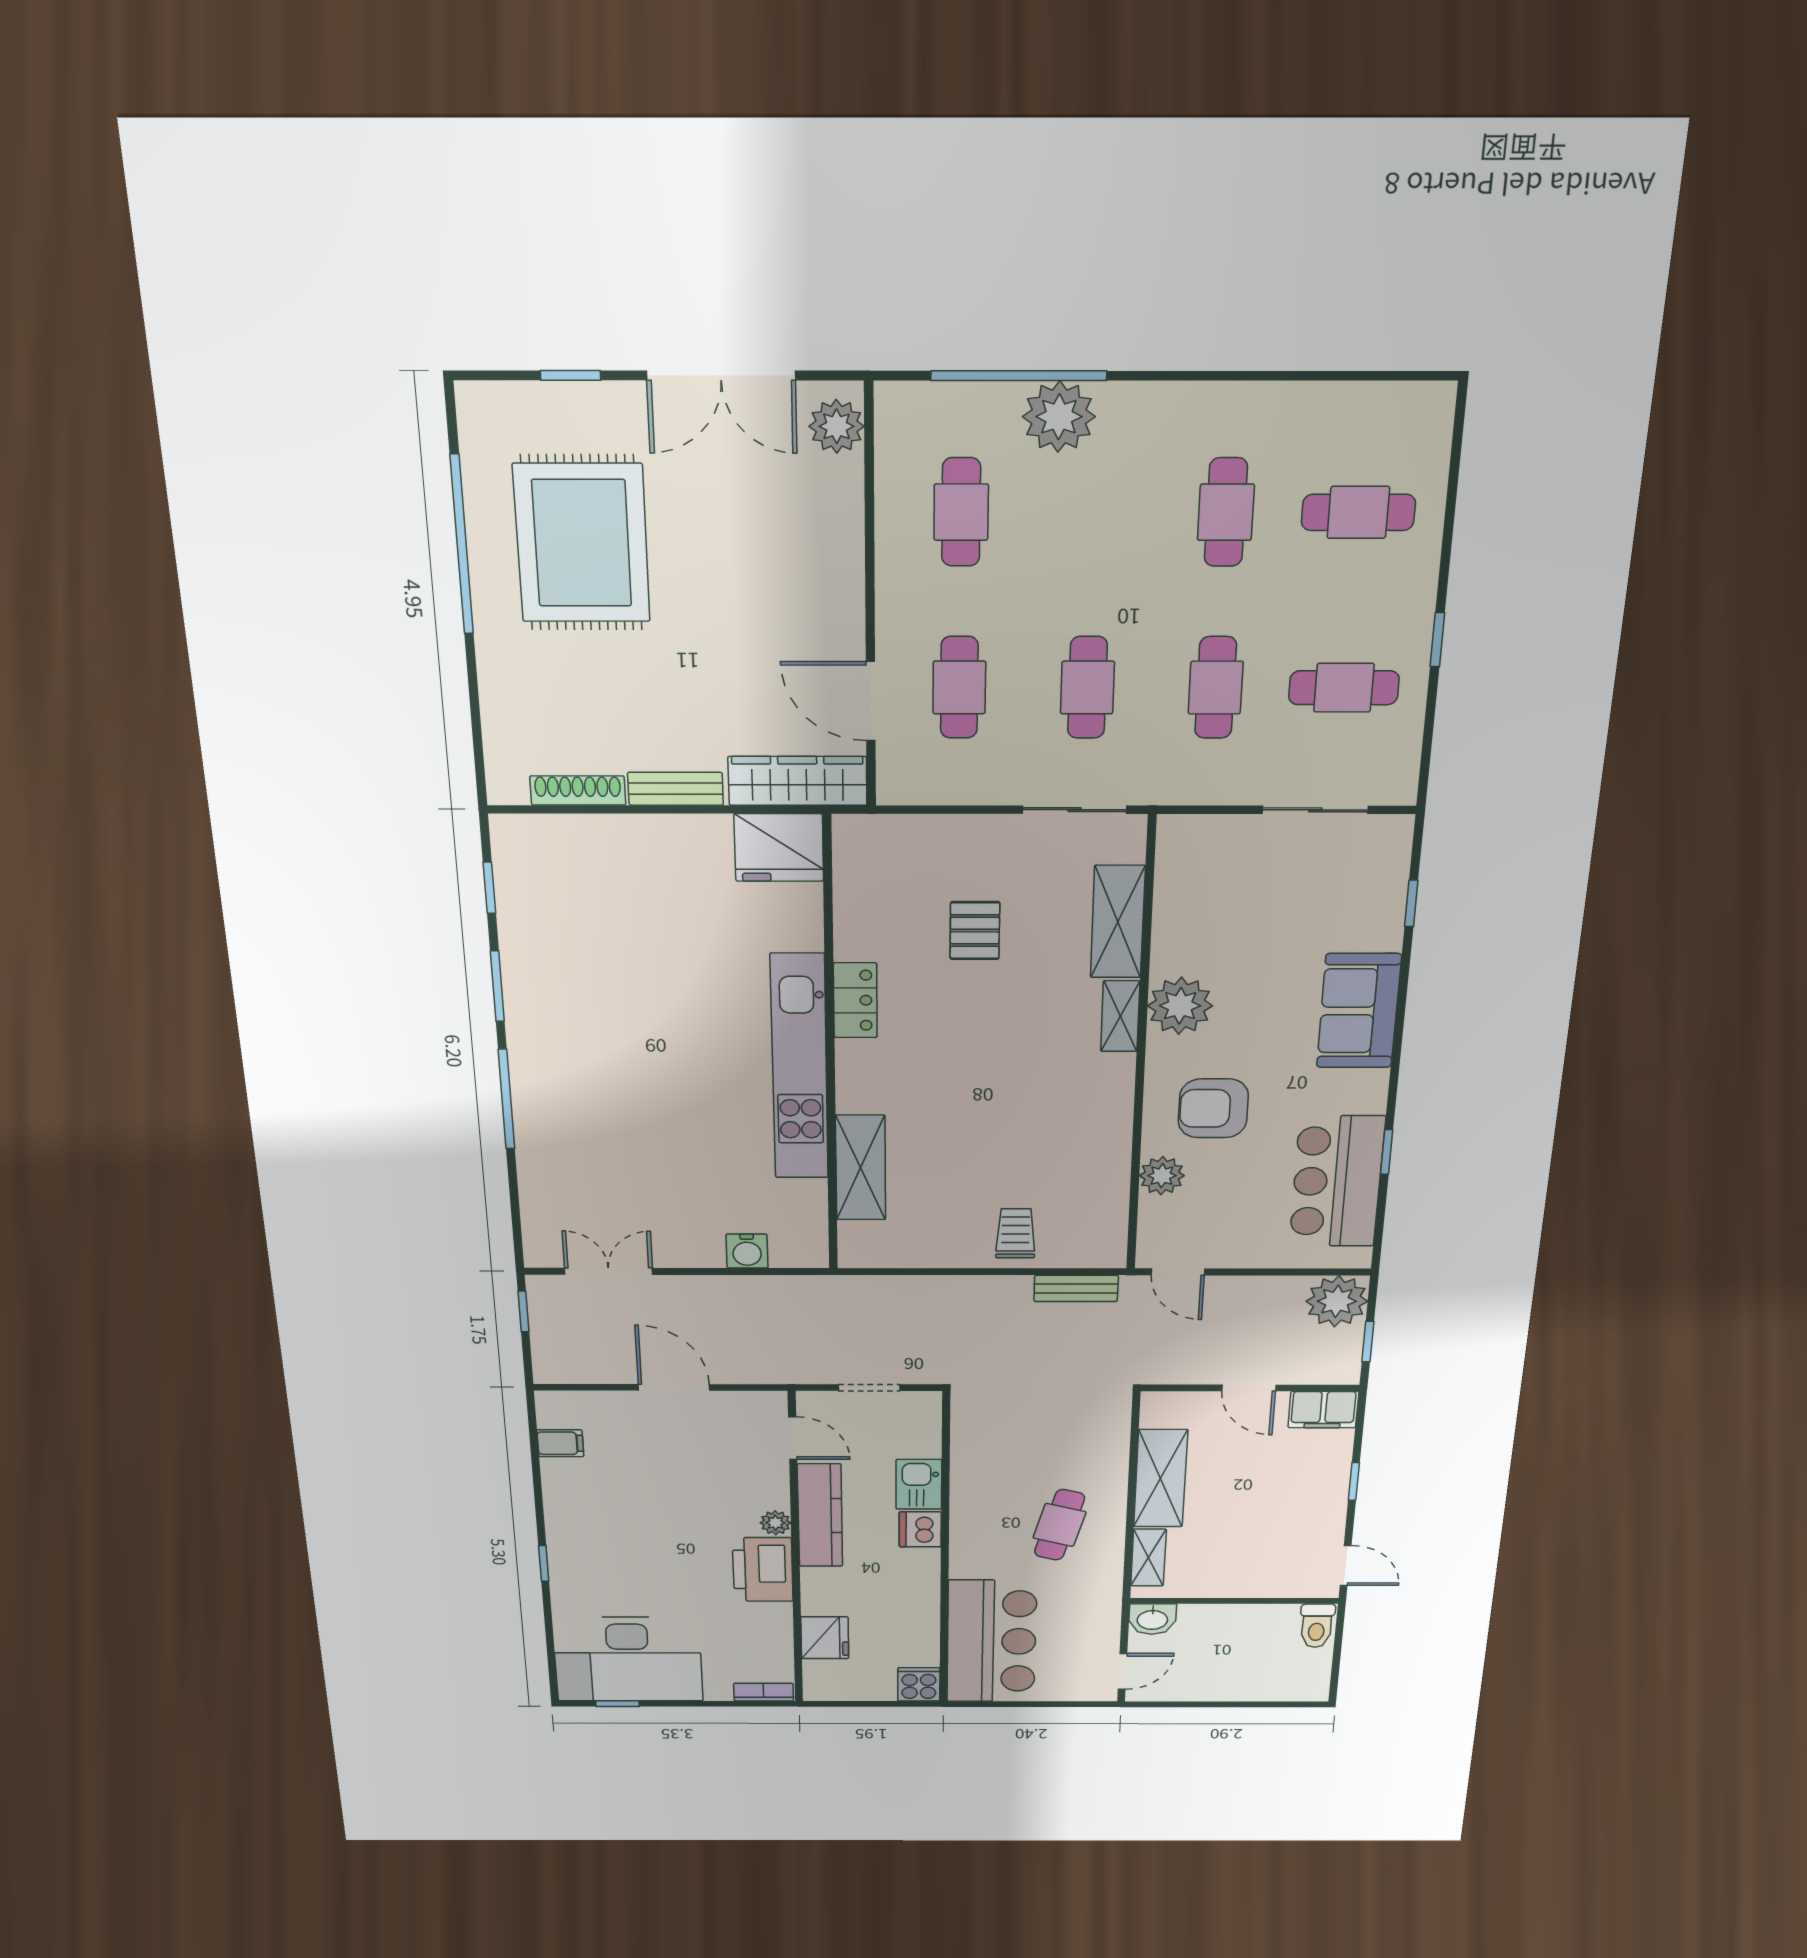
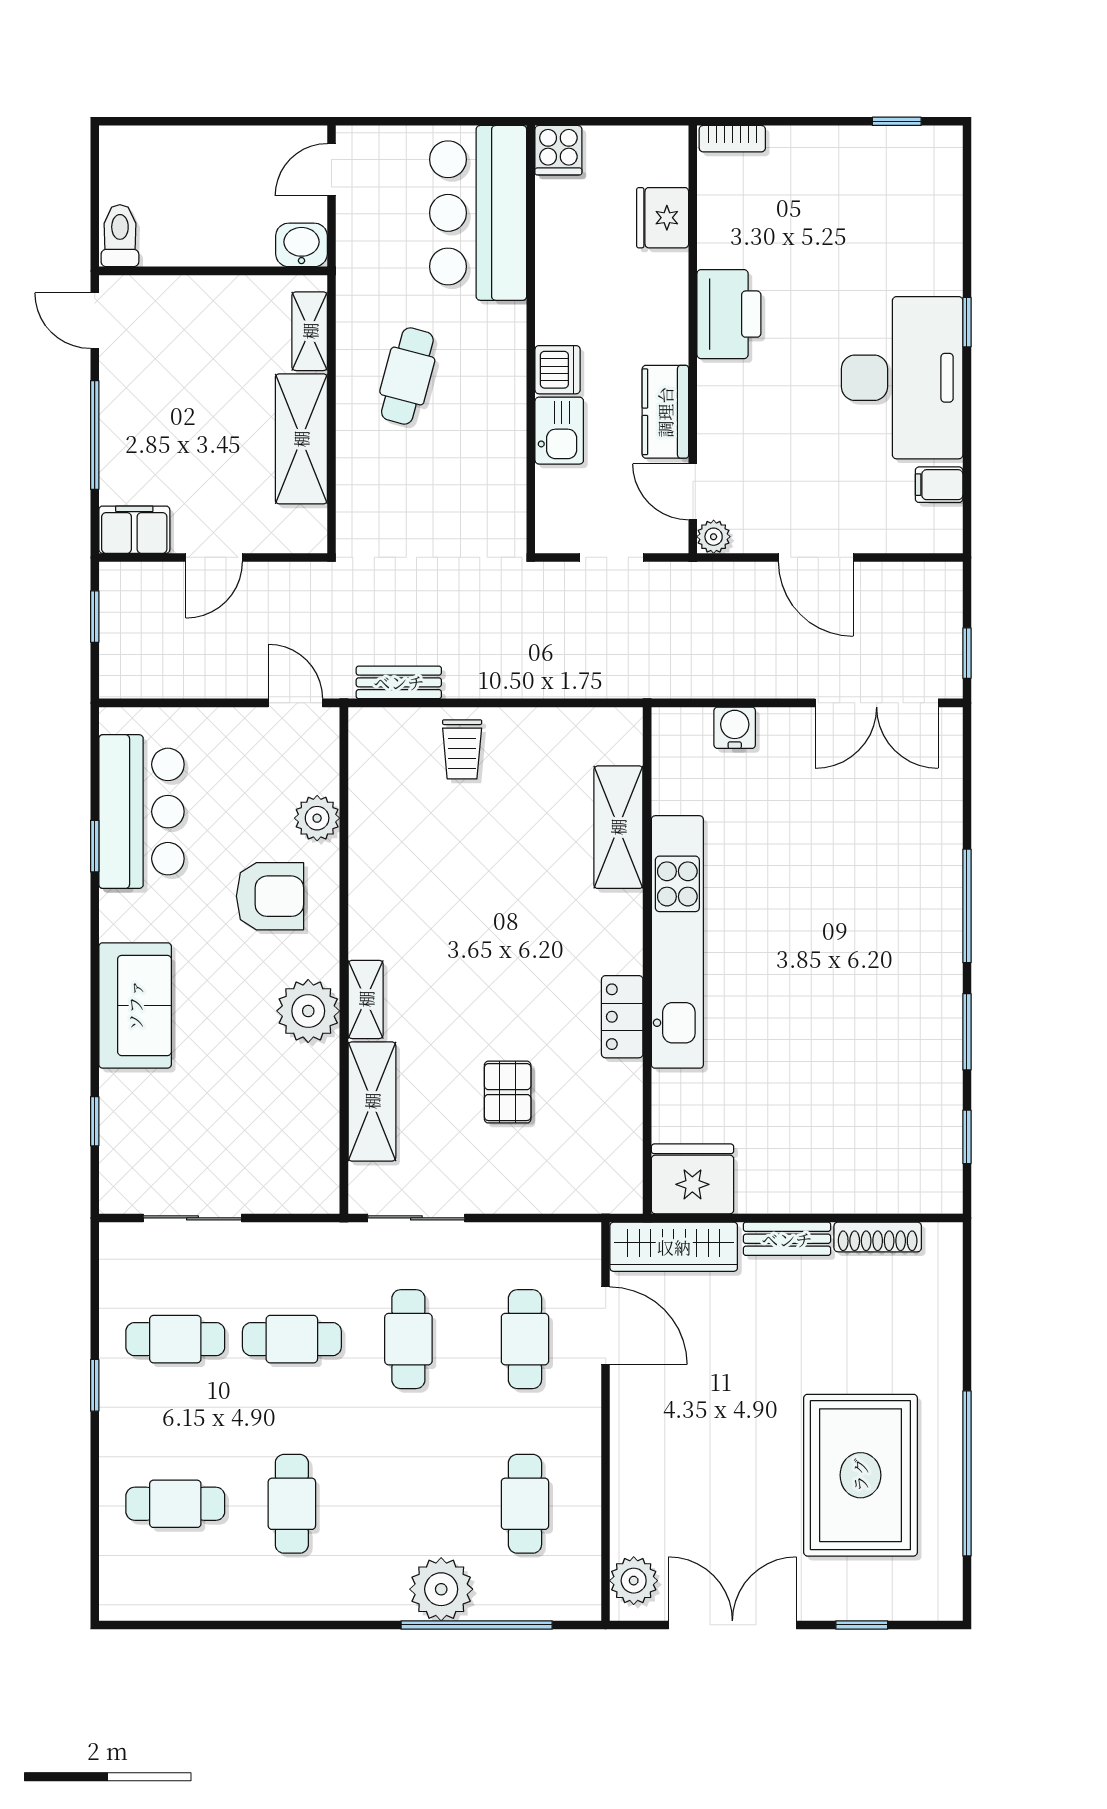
cafe table: (1216, 688) -> (292, 1339), turned 90
double door: (609, 1271) -> (877, 703), width x1.37
plant: (1337, 1301) -> (131, 667), removed
door: (1249, 1388) -> (214, 557), swing flipped
window: (1354, 1482) -> (95, 435), width x2.17
kitchen counter: (820, 1515) -> (665, 412), width x0.67
plant: (775, 1523) -> (714, 537), moved
desk: (628, 1659) -> (902, 378), moved, turned 90

